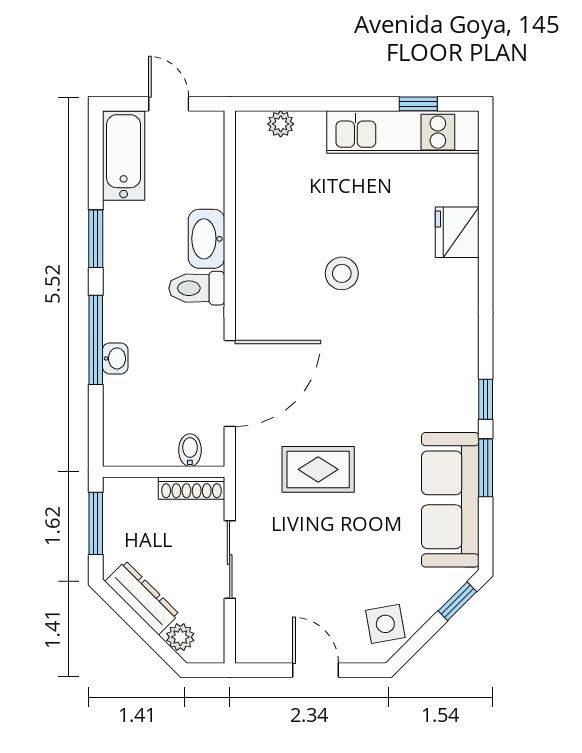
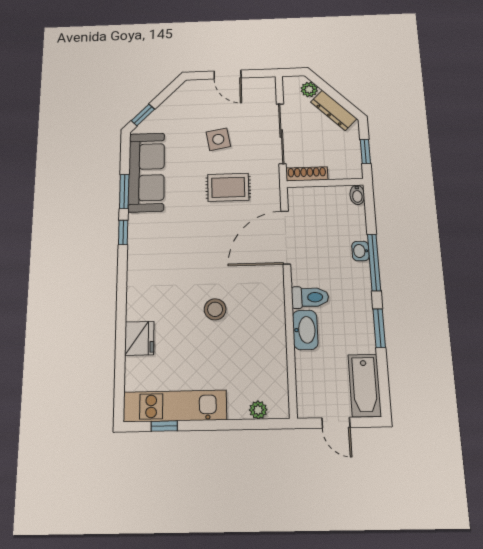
bidet: (190, 450) -> (357, 195), moved
window: (96, 523) -> (365, 151), width x0.67
sliding door: (230, 559) -> (281, 134), width x1.37
side table: (385, 624) -> (218, 139), moved

